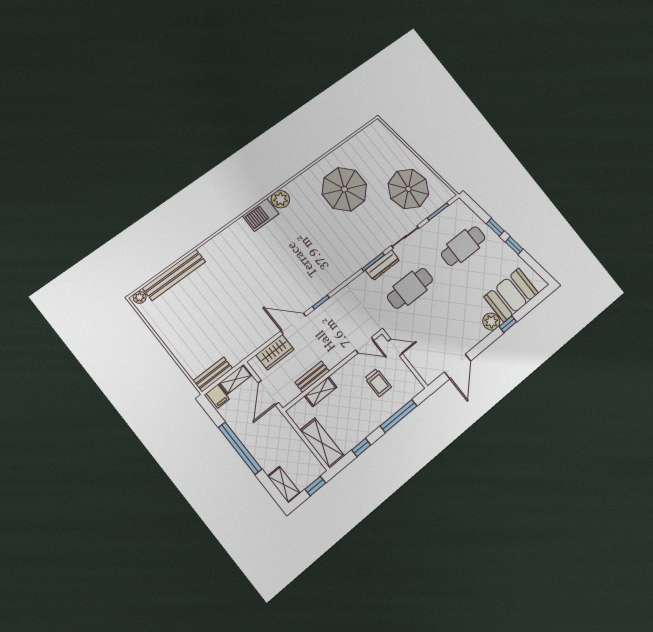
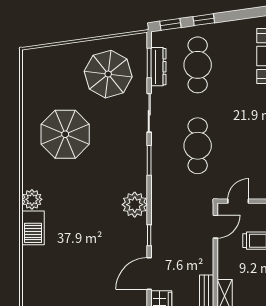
window: (514, 245) -> (170, 24), moved
dresser: (383, 265) -> (158, 67), moved
plant: (334, 275) -> (135, 205), added

